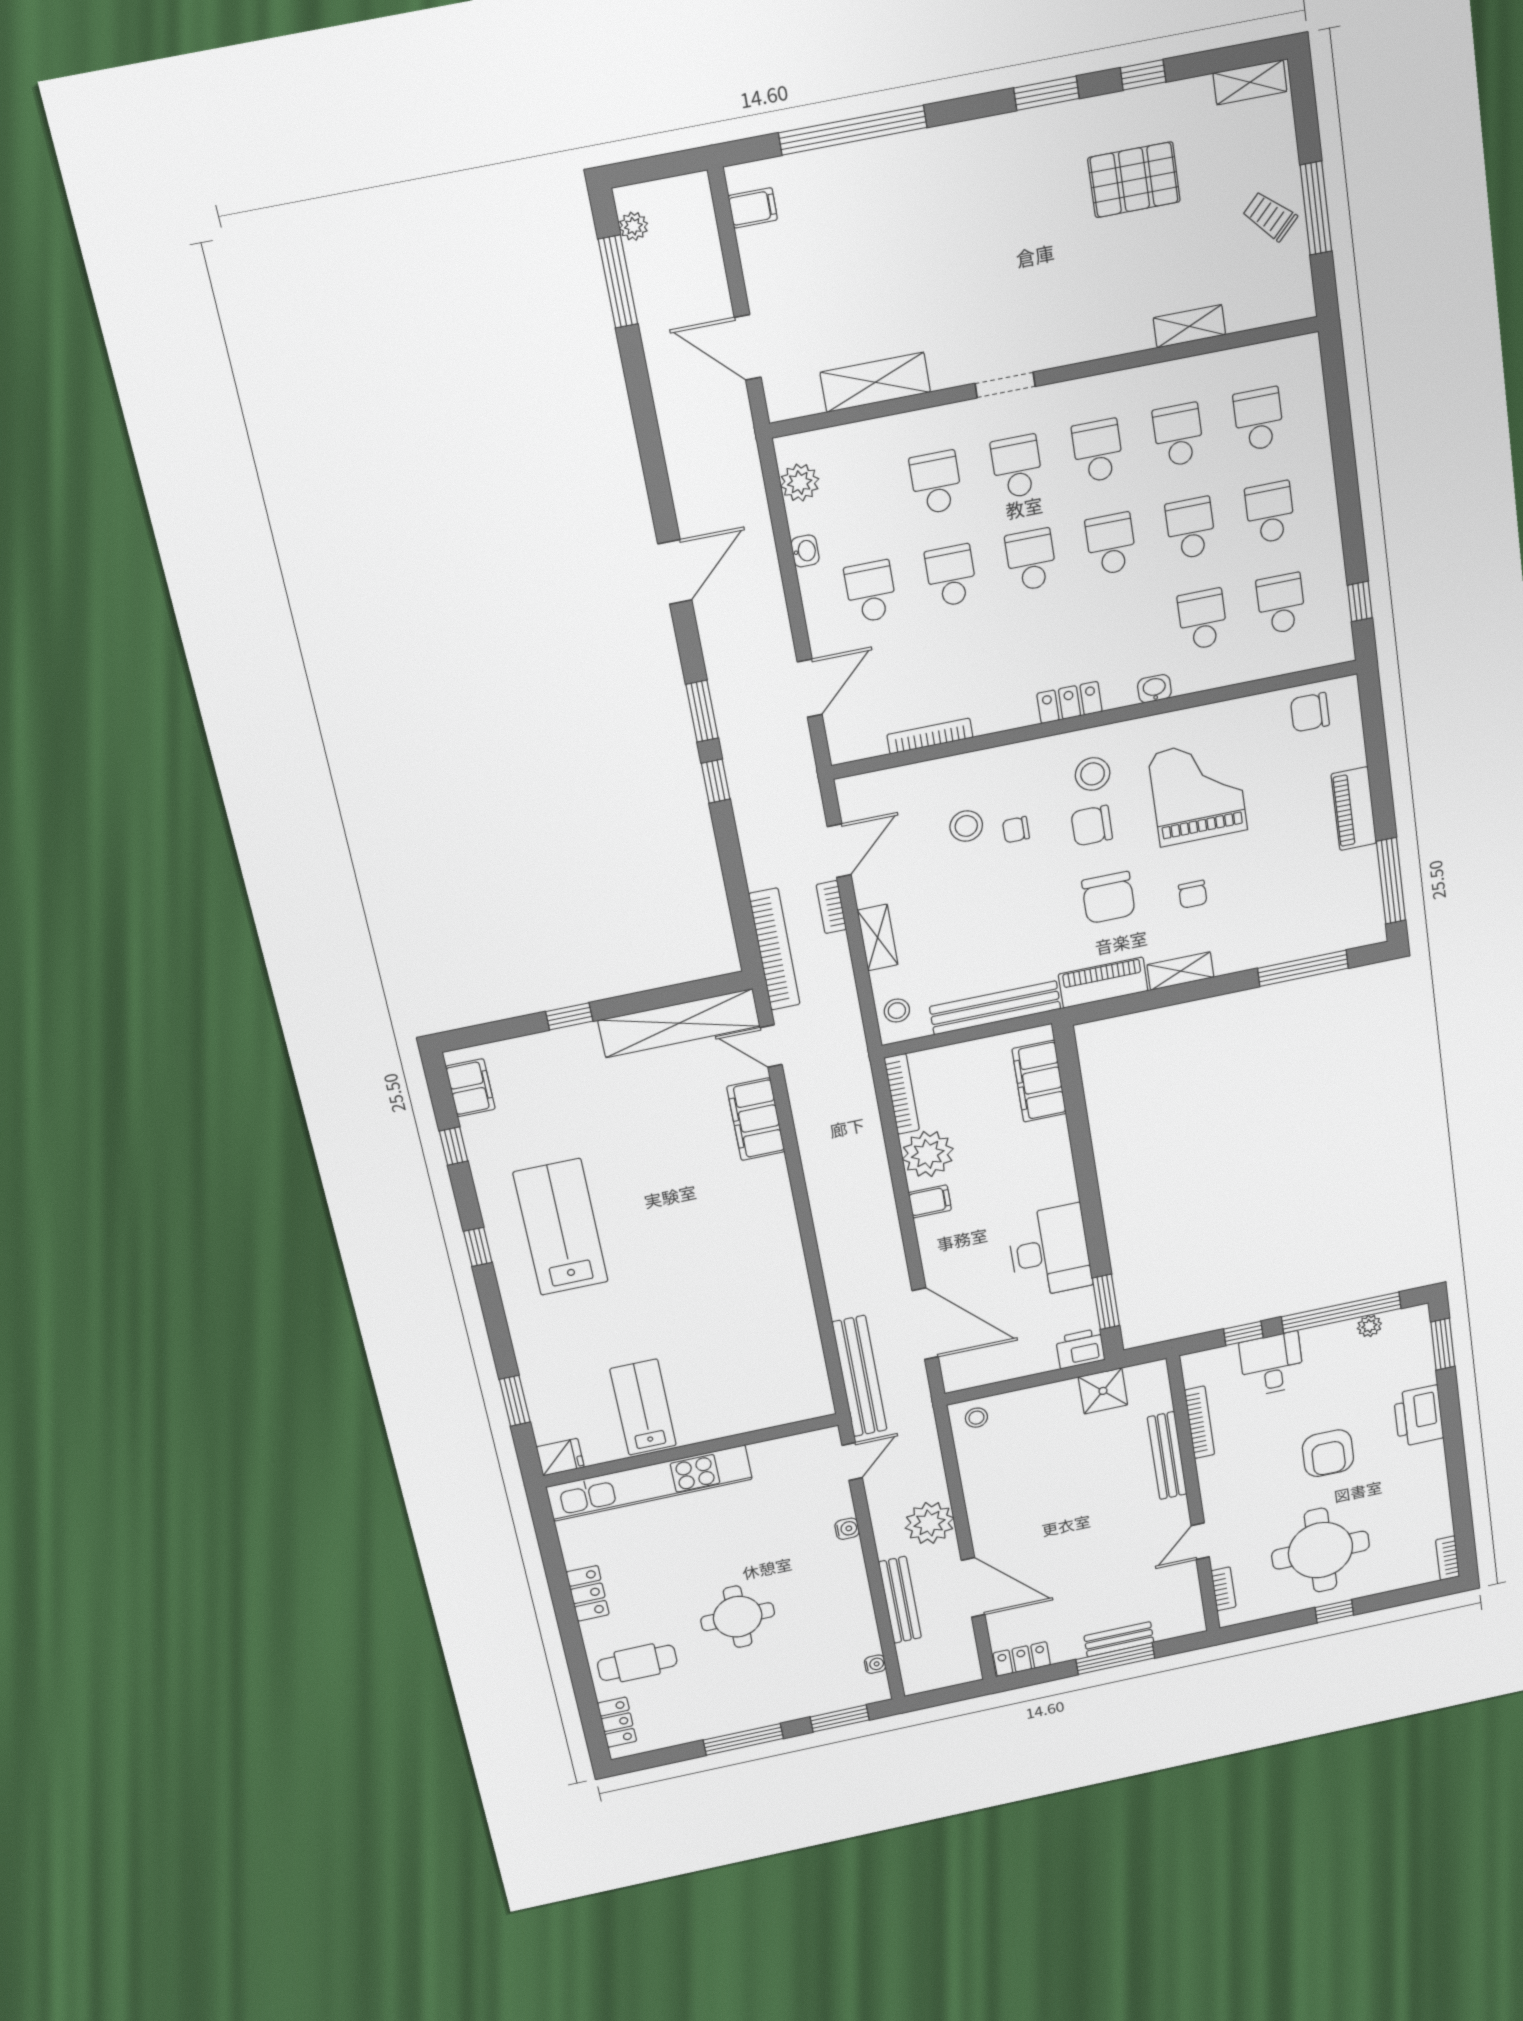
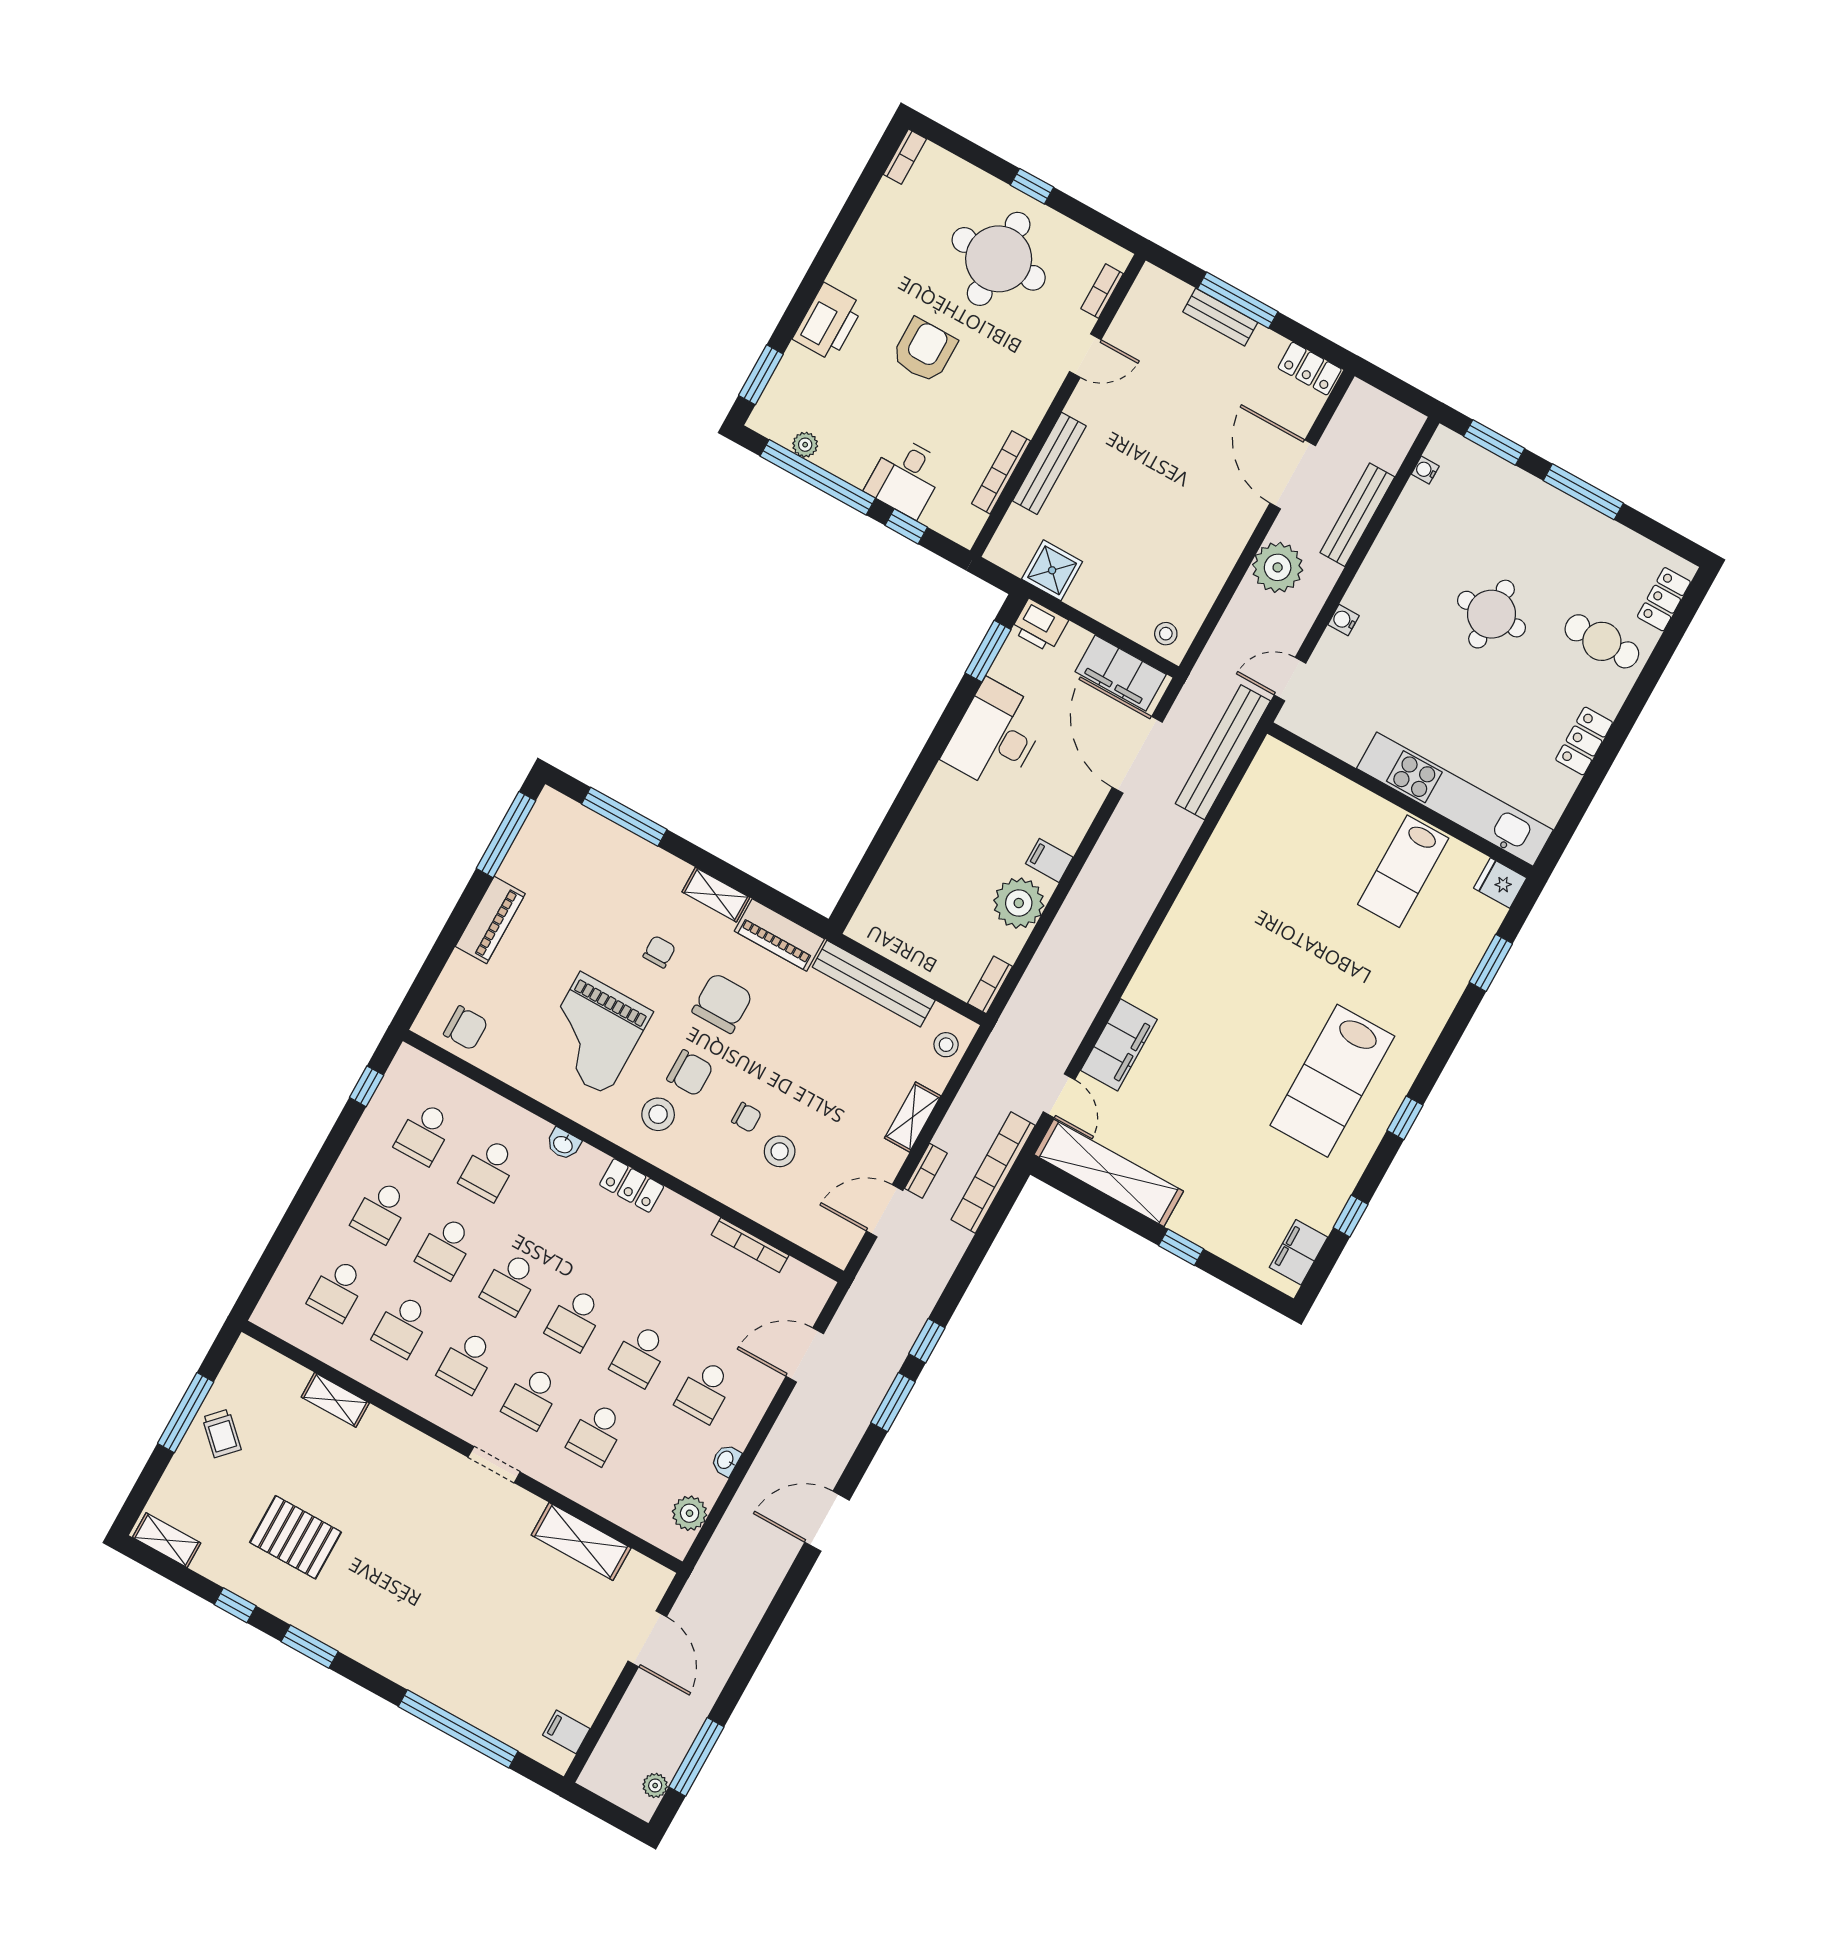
filing cabinet: (1039, 1081) -> (1121, 673), moved, turned 90
bookcase: (902, 1094) -> (990, 985), width x0.64

